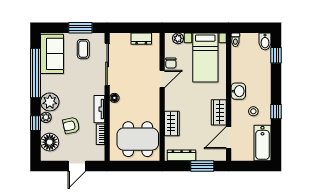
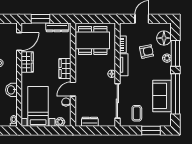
window: (80, 28) -> (151, 130), moved
sofa: (52, 54) -> (162, 96), moved
washbasin: (238, 91) -> (11, 90), moved
plant: (50, 102) -> (164, 71), removed
window: (36, 123) -> (175, 53), width x2.17
wardrobe: (172, 123) -> (65, 68), moved

